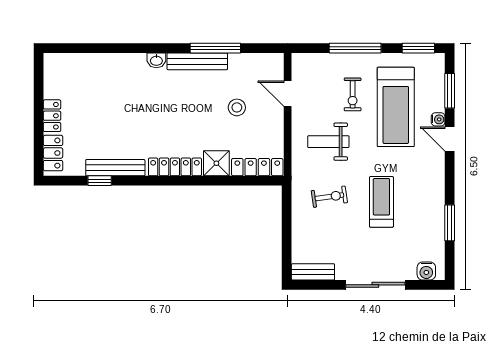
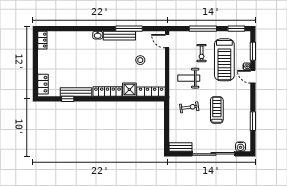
door: (288, 94) -> (167, 41), moved
locker: (52, 116) -> (42, 40), moved
sliding door: (375, 285) -> (214, 154), width x1.36

